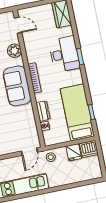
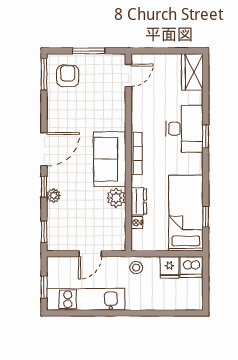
door: (18, 25) -> (128, 75), hinge flipped
plant: (14, 51) -> (116, 198), moved
door: (29, 152) -> (90, 254), moved

